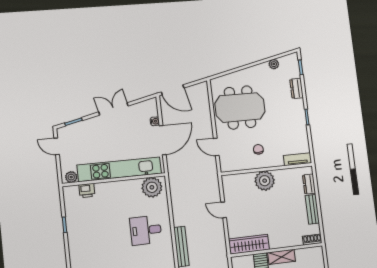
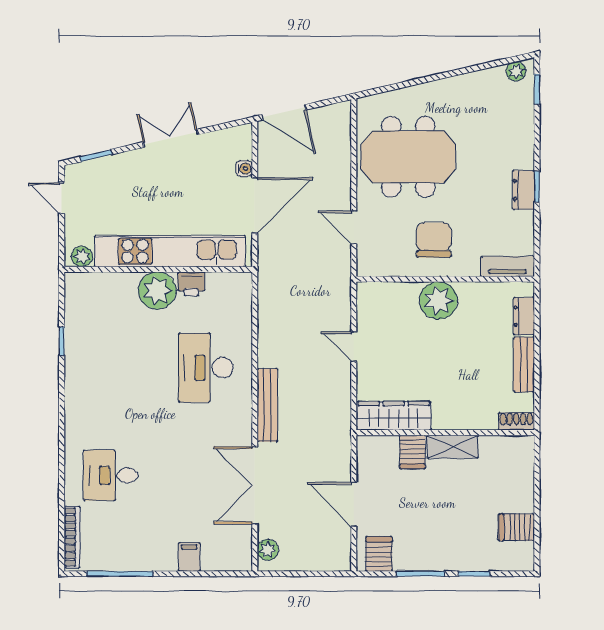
plant: (274, 64) -> (516, 71), moved
dresser: (297, 89) -> (523, 190), moved
chair: (258, 149) -> (434, 240), width x1.87, depth x1.87
plant: (152, 187) -> (157, 291), moved
printer: (87, 191) -> (191, 284), moved
desk: (146, 230) -> (206, 368), width x1.37

